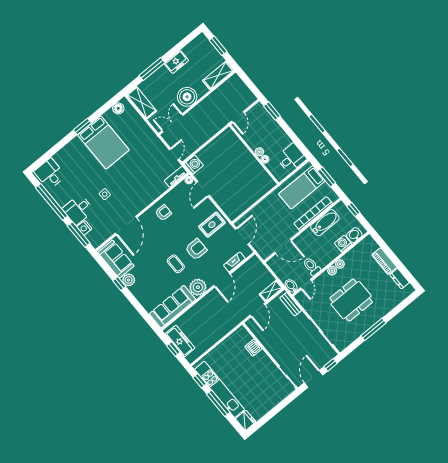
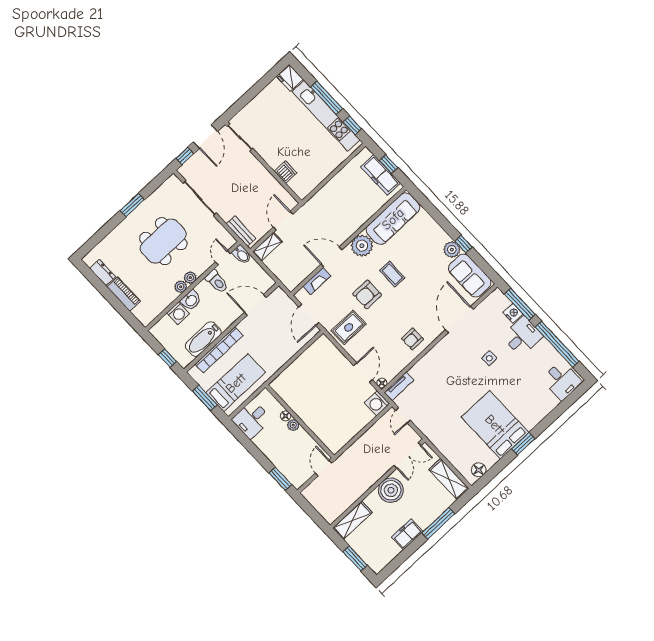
washbasin: (354, 235) -> (191, 300), moved
door: (222, 280) -> (331, 257), hinge flipped
window: (373, 329) -> (132, 205), width x0.69

